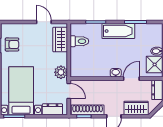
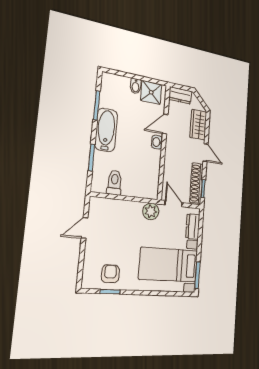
wardrobe: (60, 40) -> (110, 208), removed
door: (131, 79) -> (165, 124), hinge flipped
door: (69, 91) -> (174, 204), hinge flipped

